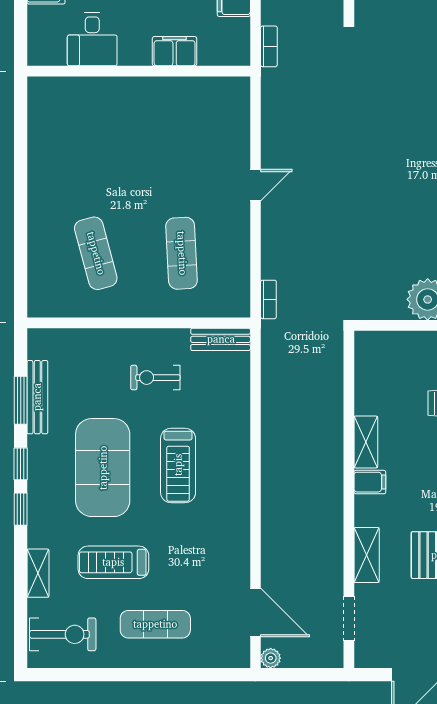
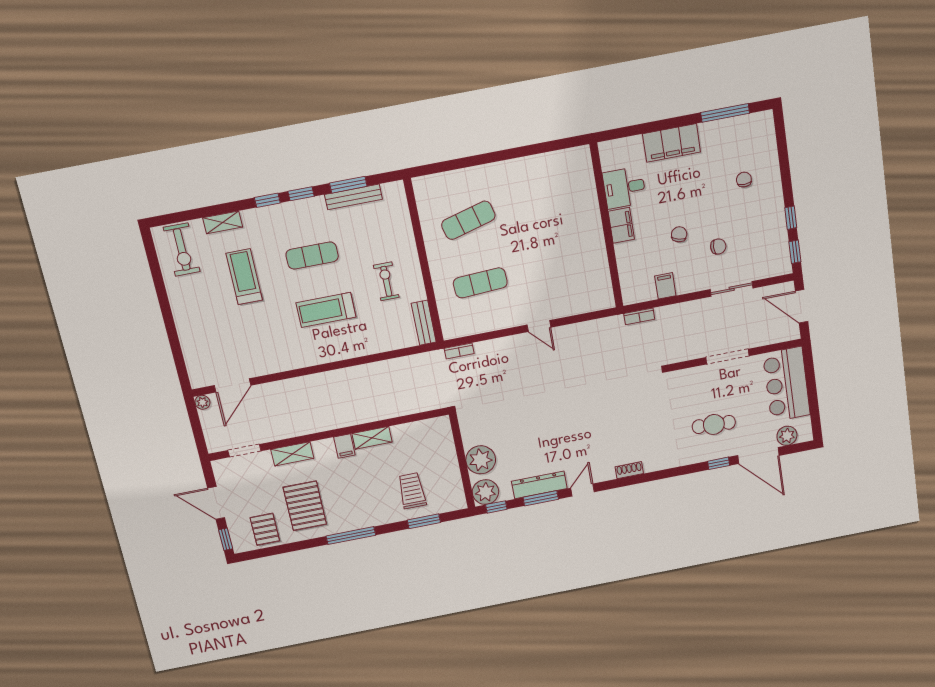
filing cabinet: (175, 51) -> (621, 225), moved
exercise mat: (103, 468) -> (312, 255), width x0.50, depth x0.69
exercise mat: (155, 624) -> (206, 316), removed

